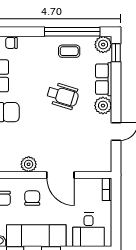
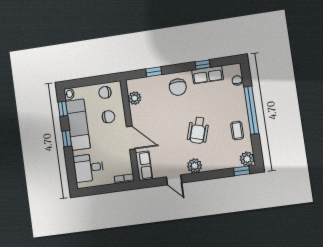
window: (72, 32) -> (251, 110), moved
row of seats: (104, 79) -> (144, 166), moved, turned 90
plant: (29, 164) -> (135, 98), moved
door: (60, 175) -> (131, 138), swing flipped

